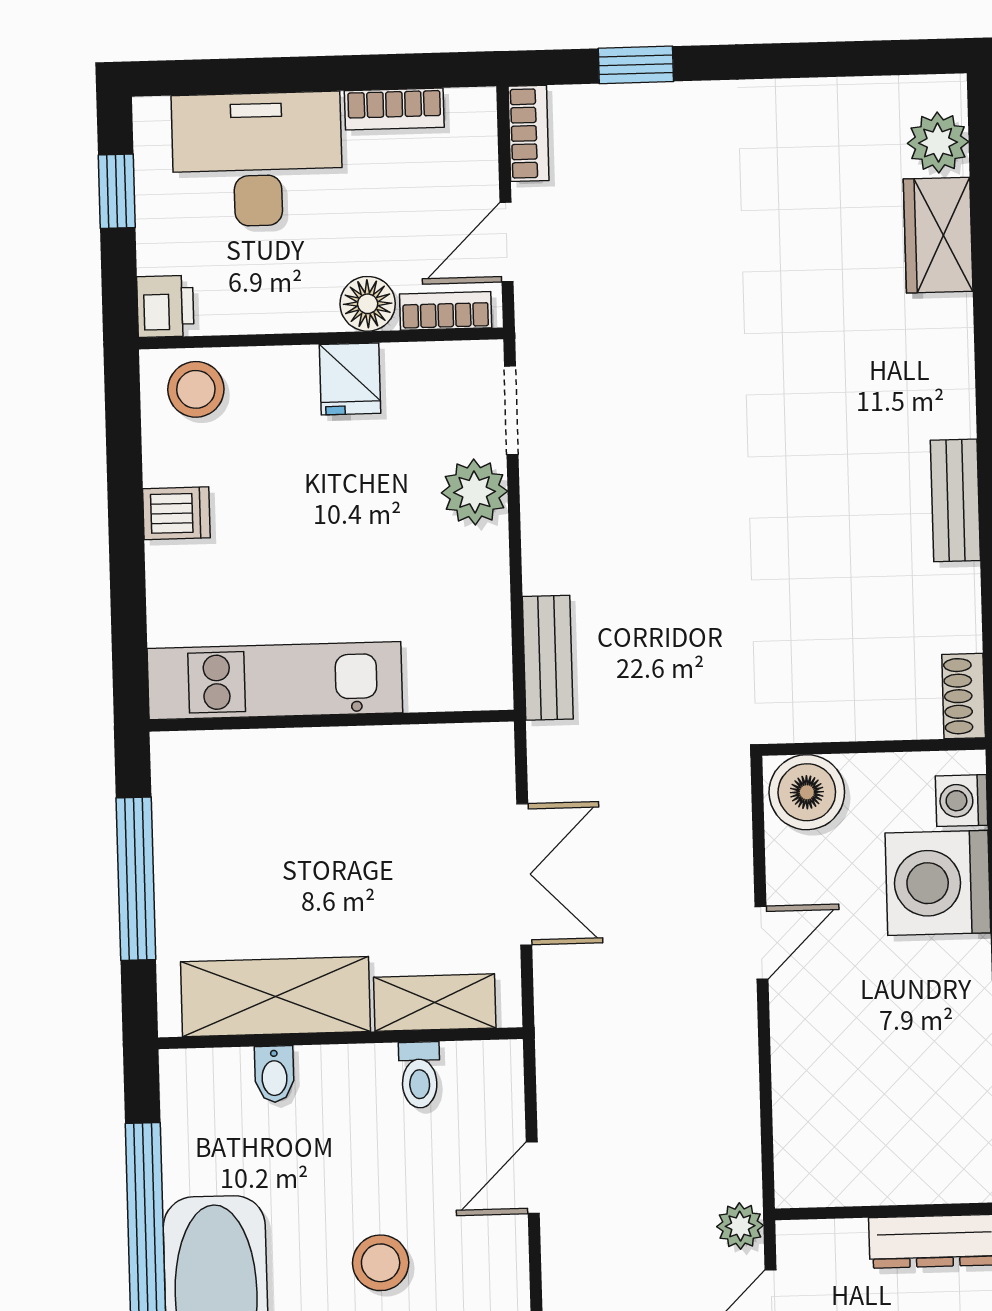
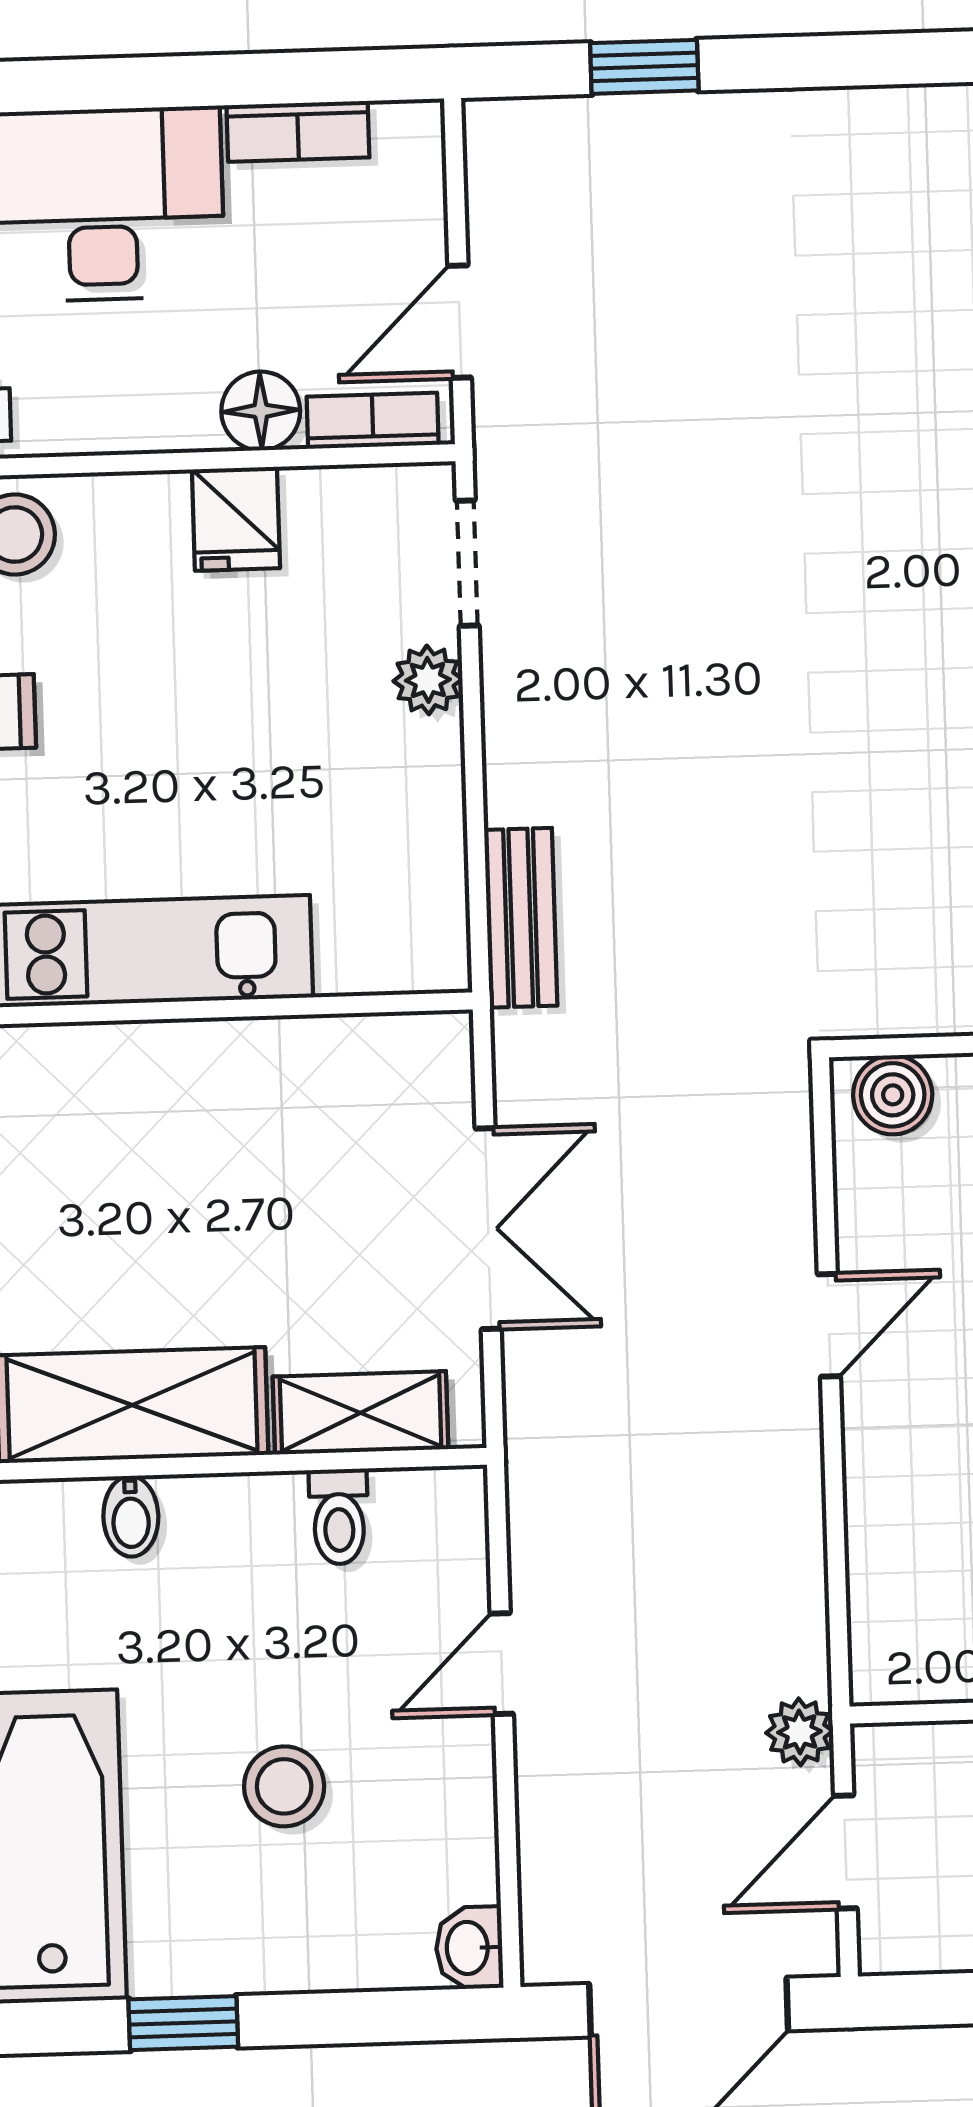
bookcase: (528, 133) -> (491, 166), removed
plant: (474, 492) -> (428, 680), width x0.73, depth x0.73
boiler: (807, 792) -> (893, 1095), width x0.73, depth x0.73

